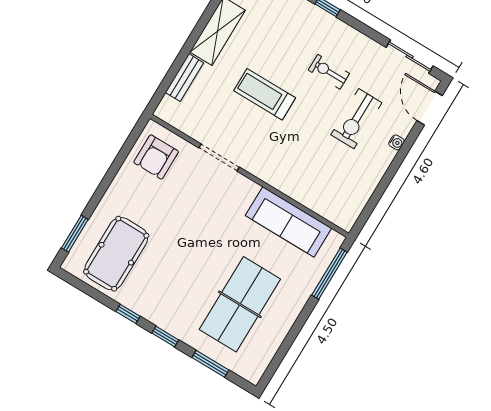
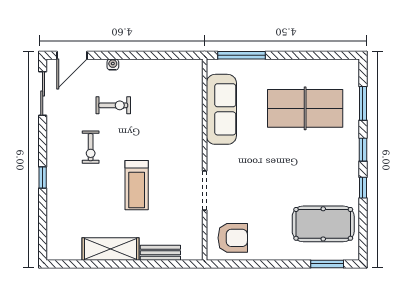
exercise bike: (356, 119) -> (113, 105), width x0.73, depth x0.72

